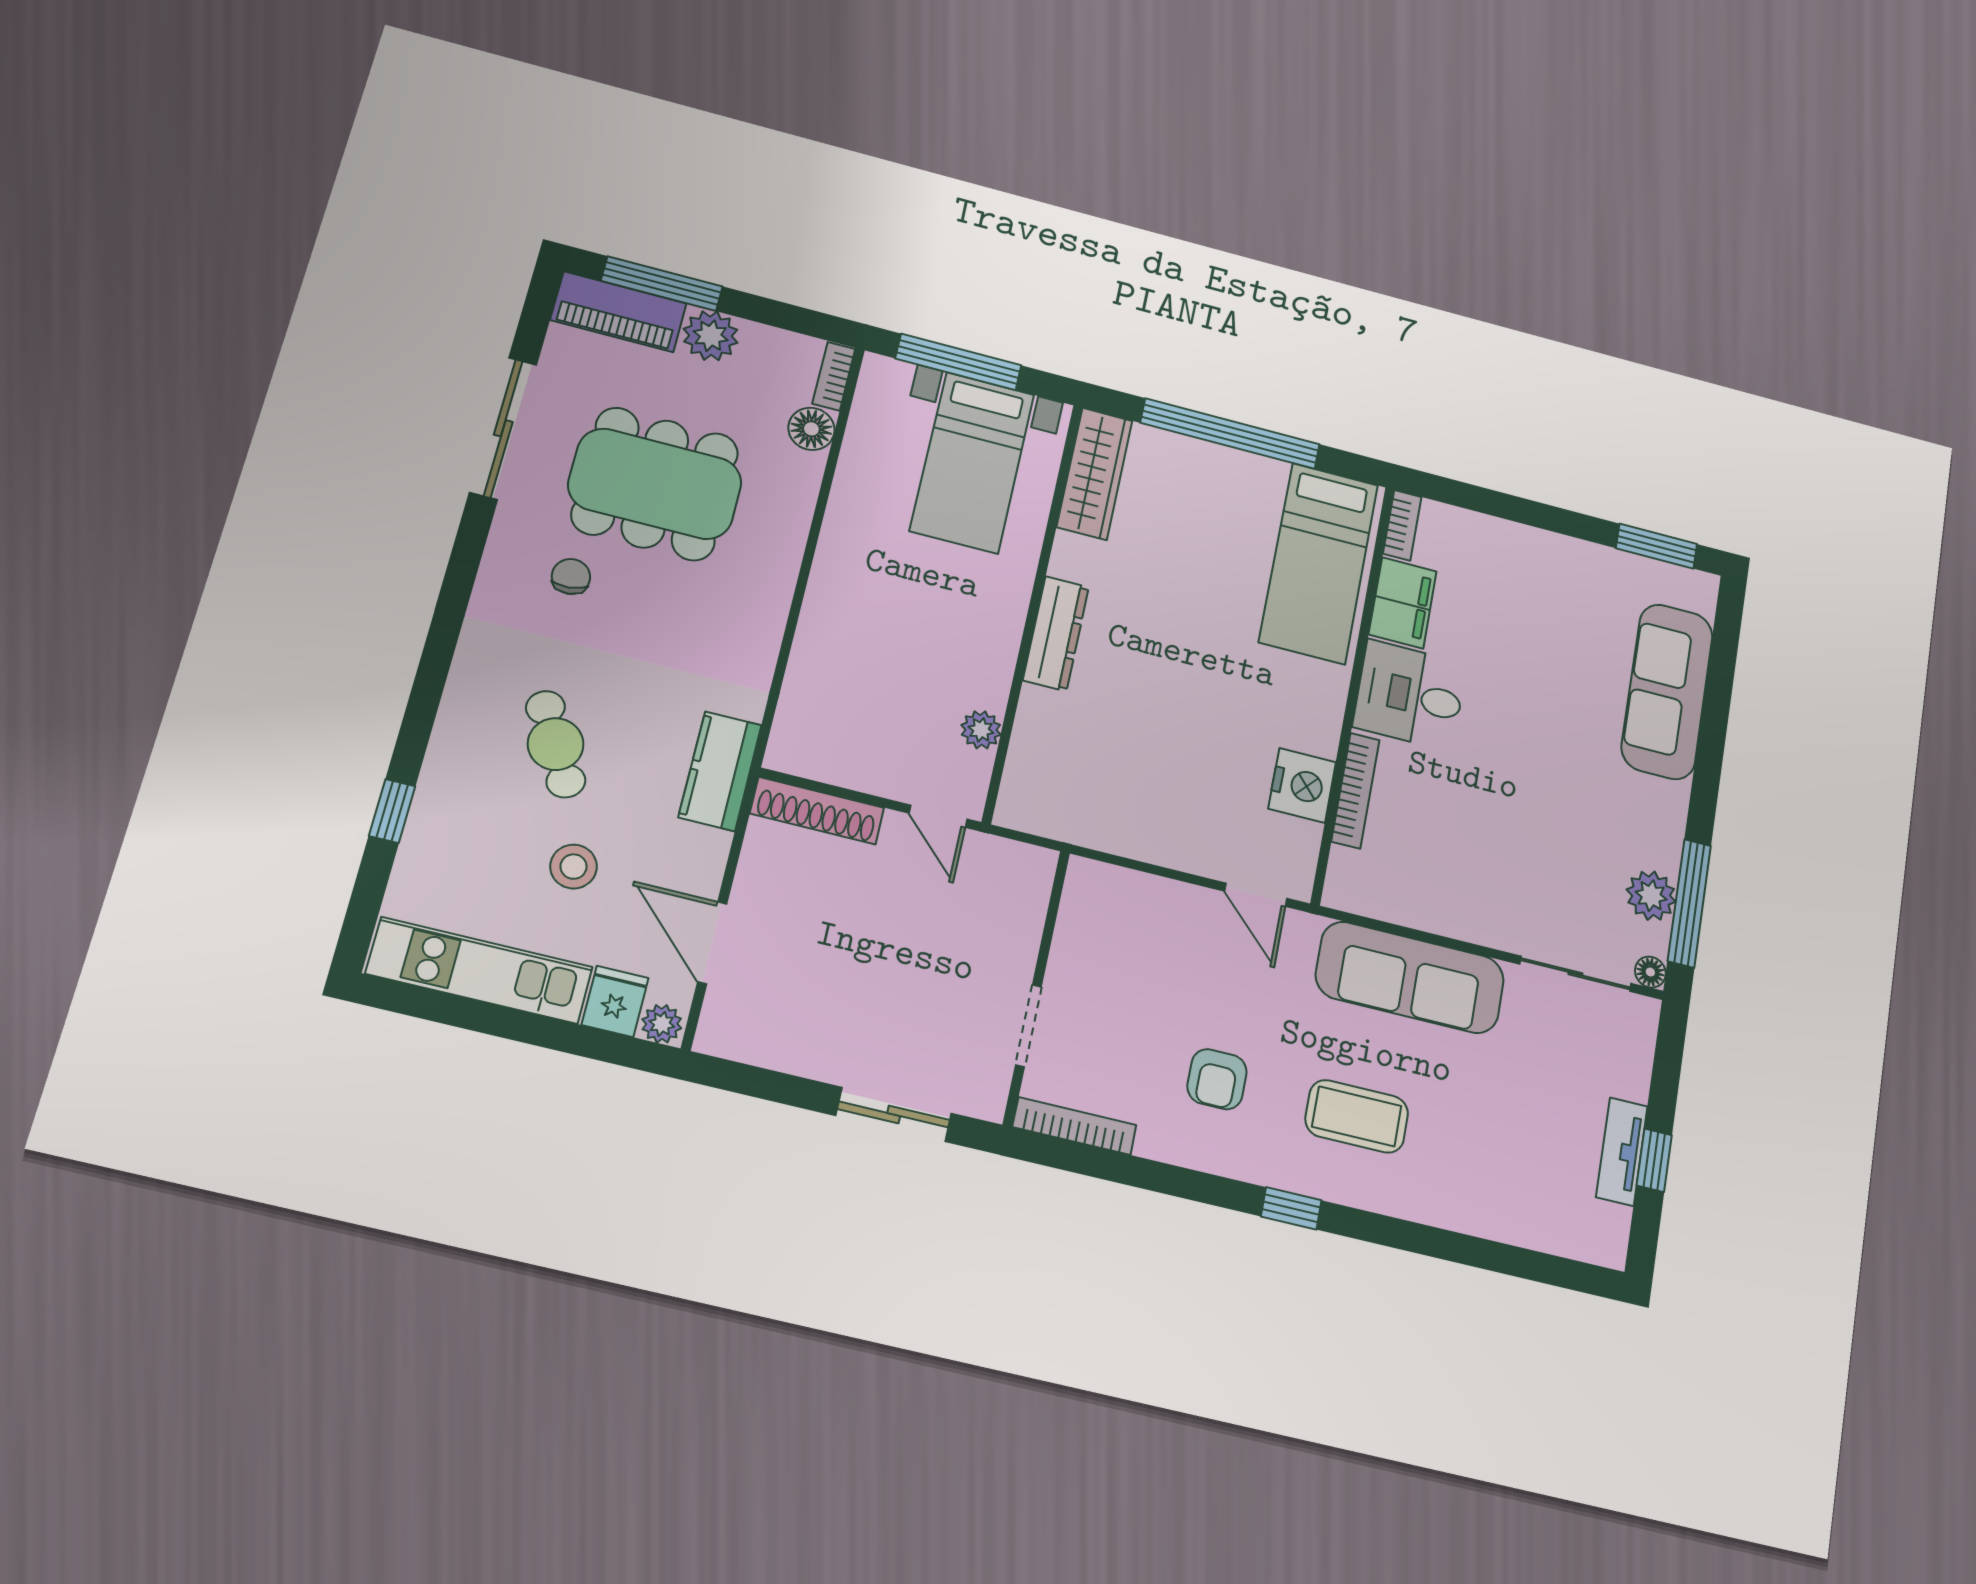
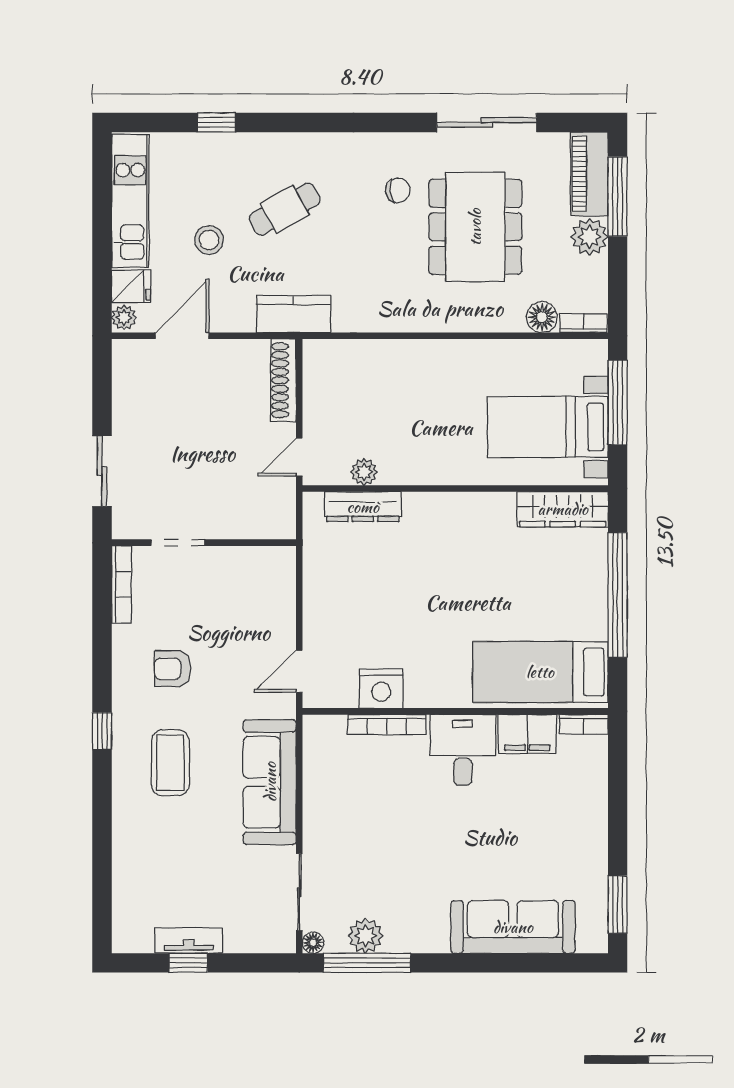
dresser: (1056, 634) -> (363, 507), moved

